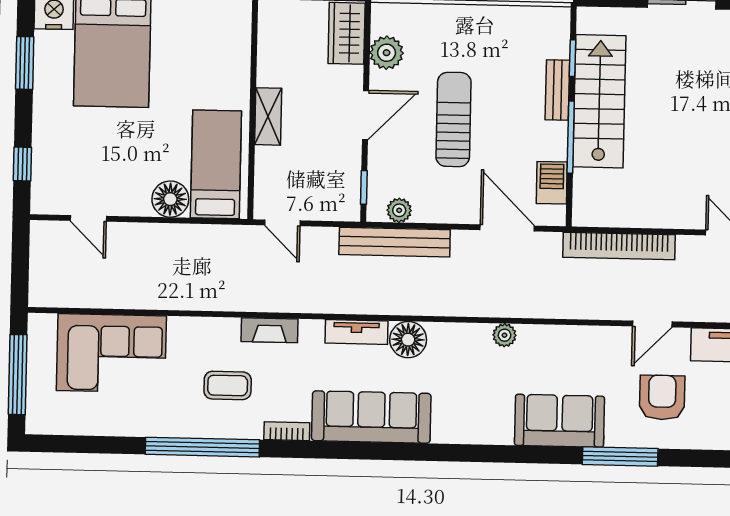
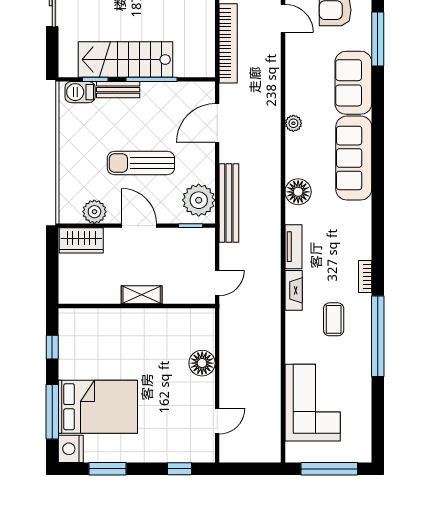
bed: (216, 164) -> (177, 331), removed
barbecue: (552, 183) -> (80, 92), moved
plant: (399, 210) -> (199, 200), width x1.87, depth x1.87
tv unit: (356, 332) -> (294, 247), moved
sofa: (371, 417) -> (354, 158), moved

